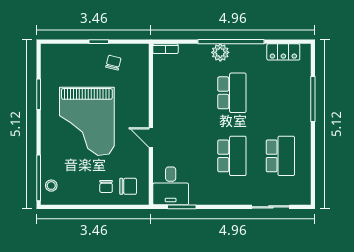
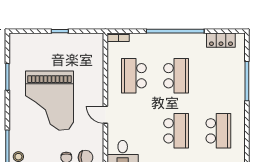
plant: (220, 52) -> (166, 41), removed
chair: (113, 63) -> (73, 49), removed
school desk: (184, 93) -> (134, 76), added

